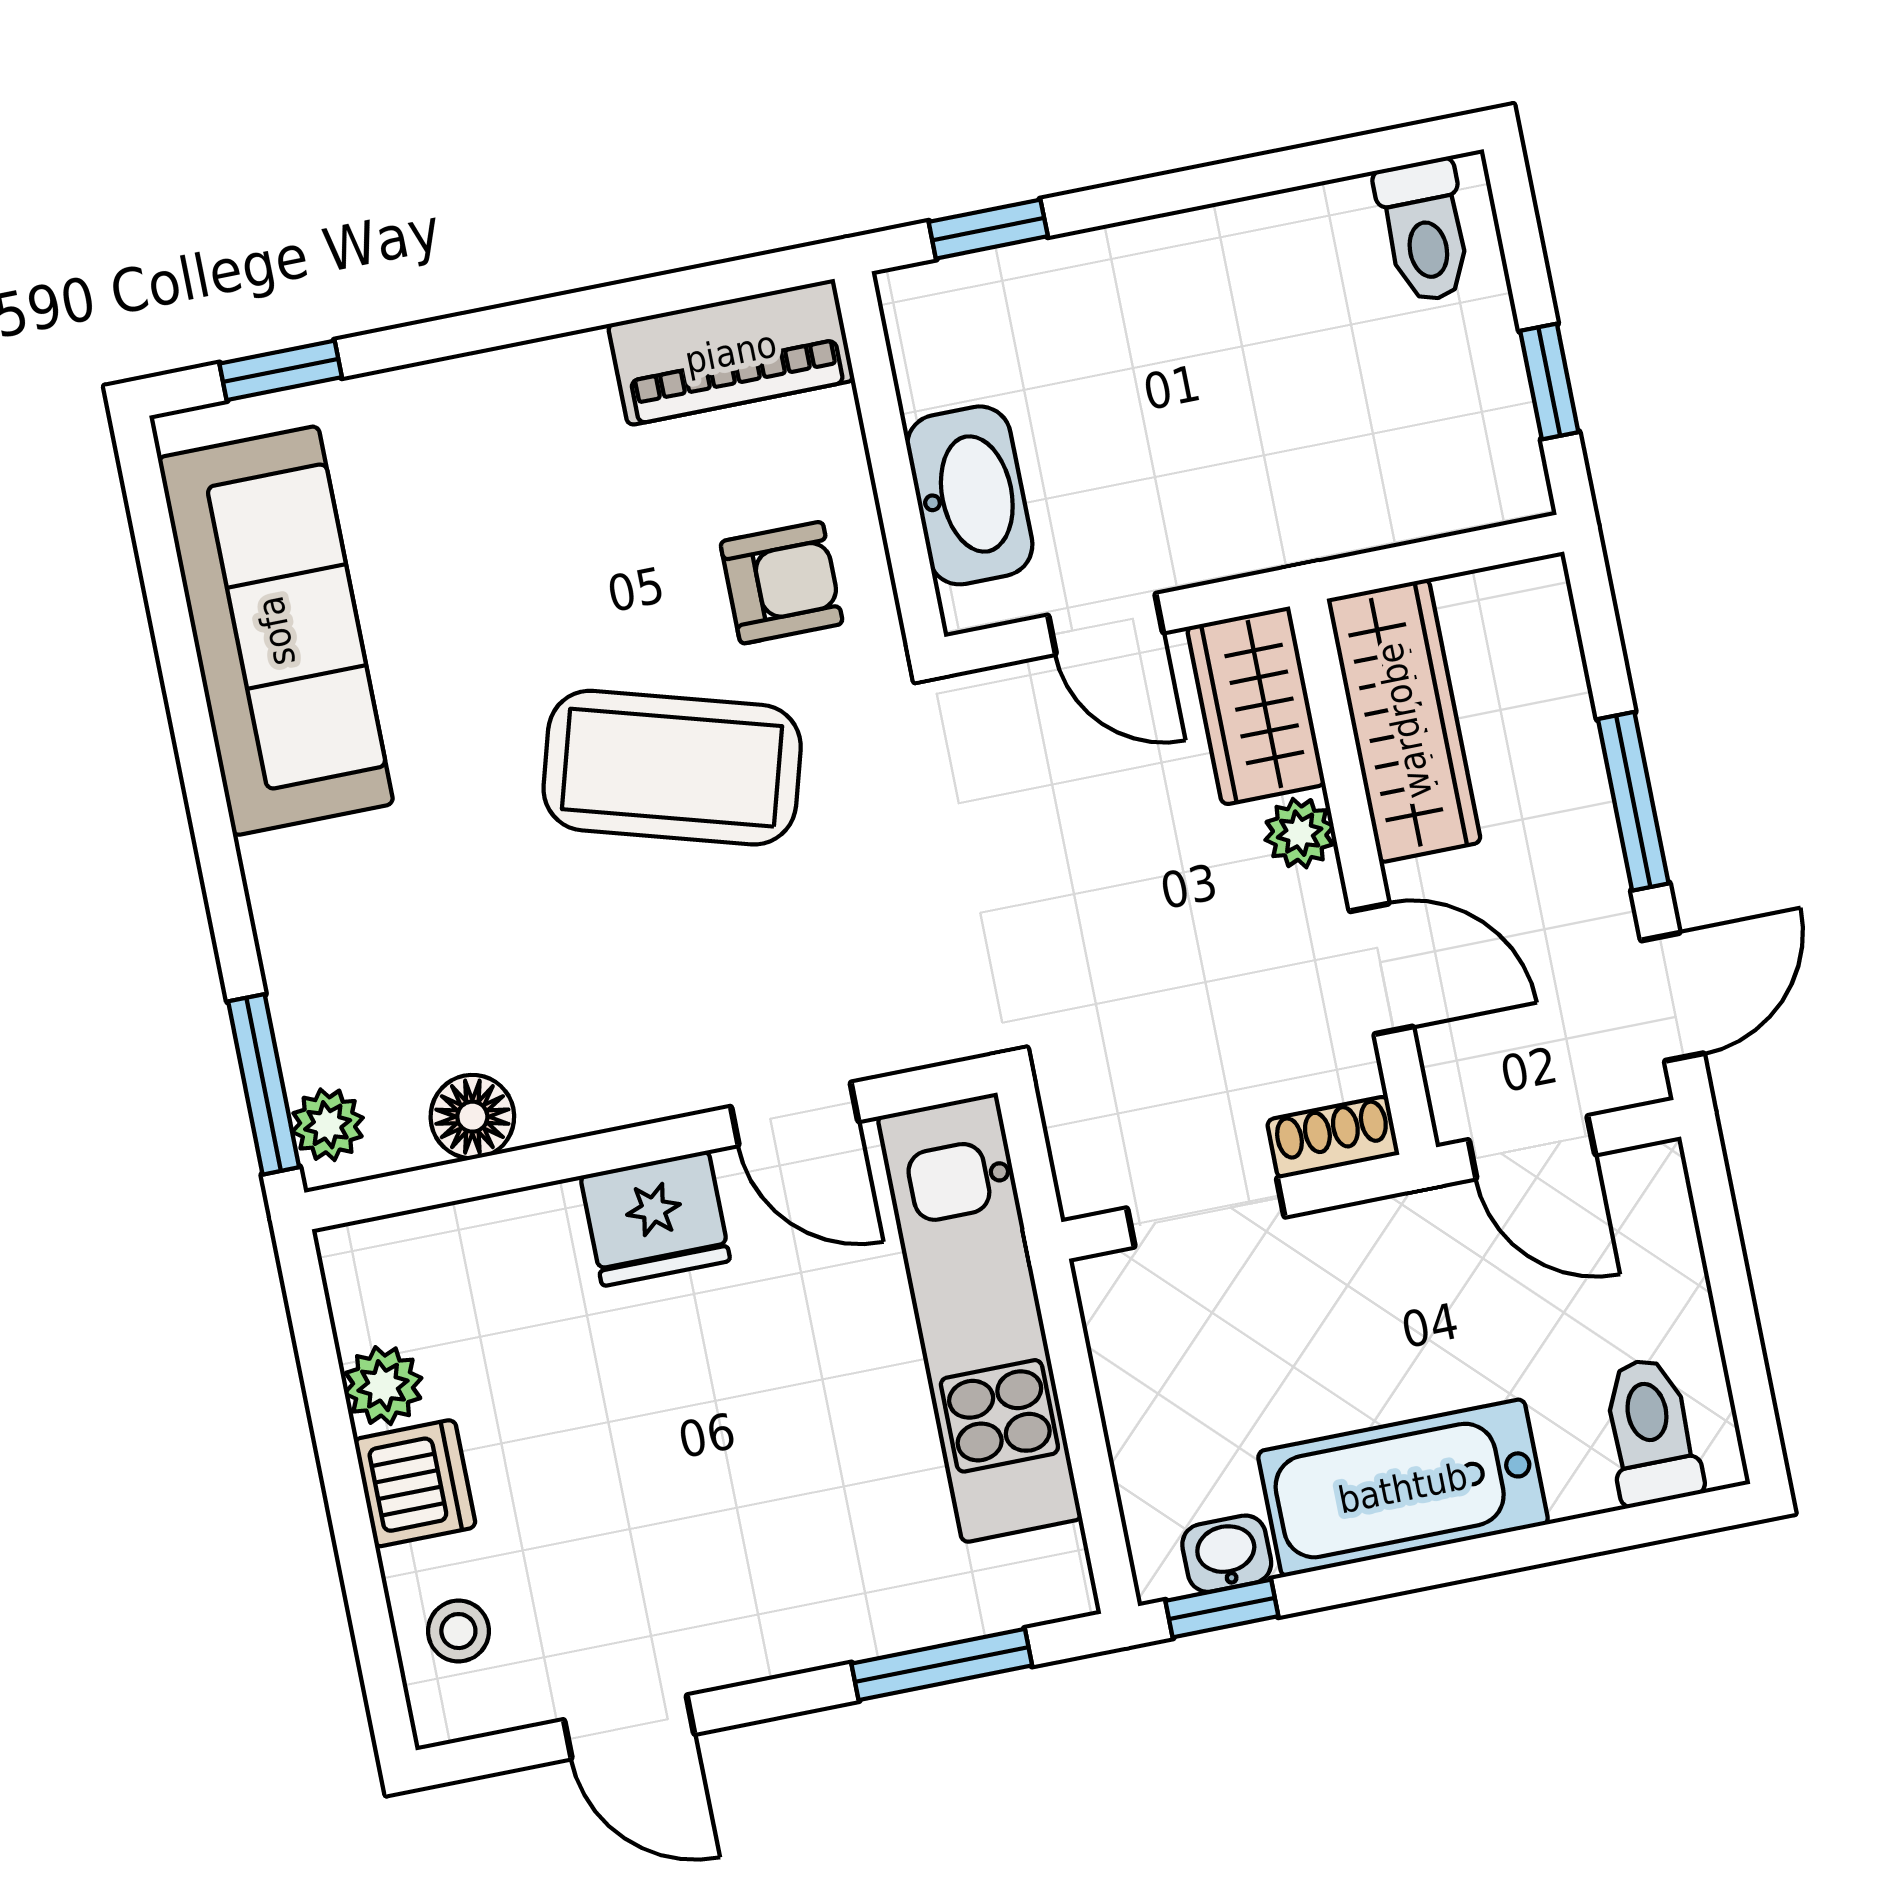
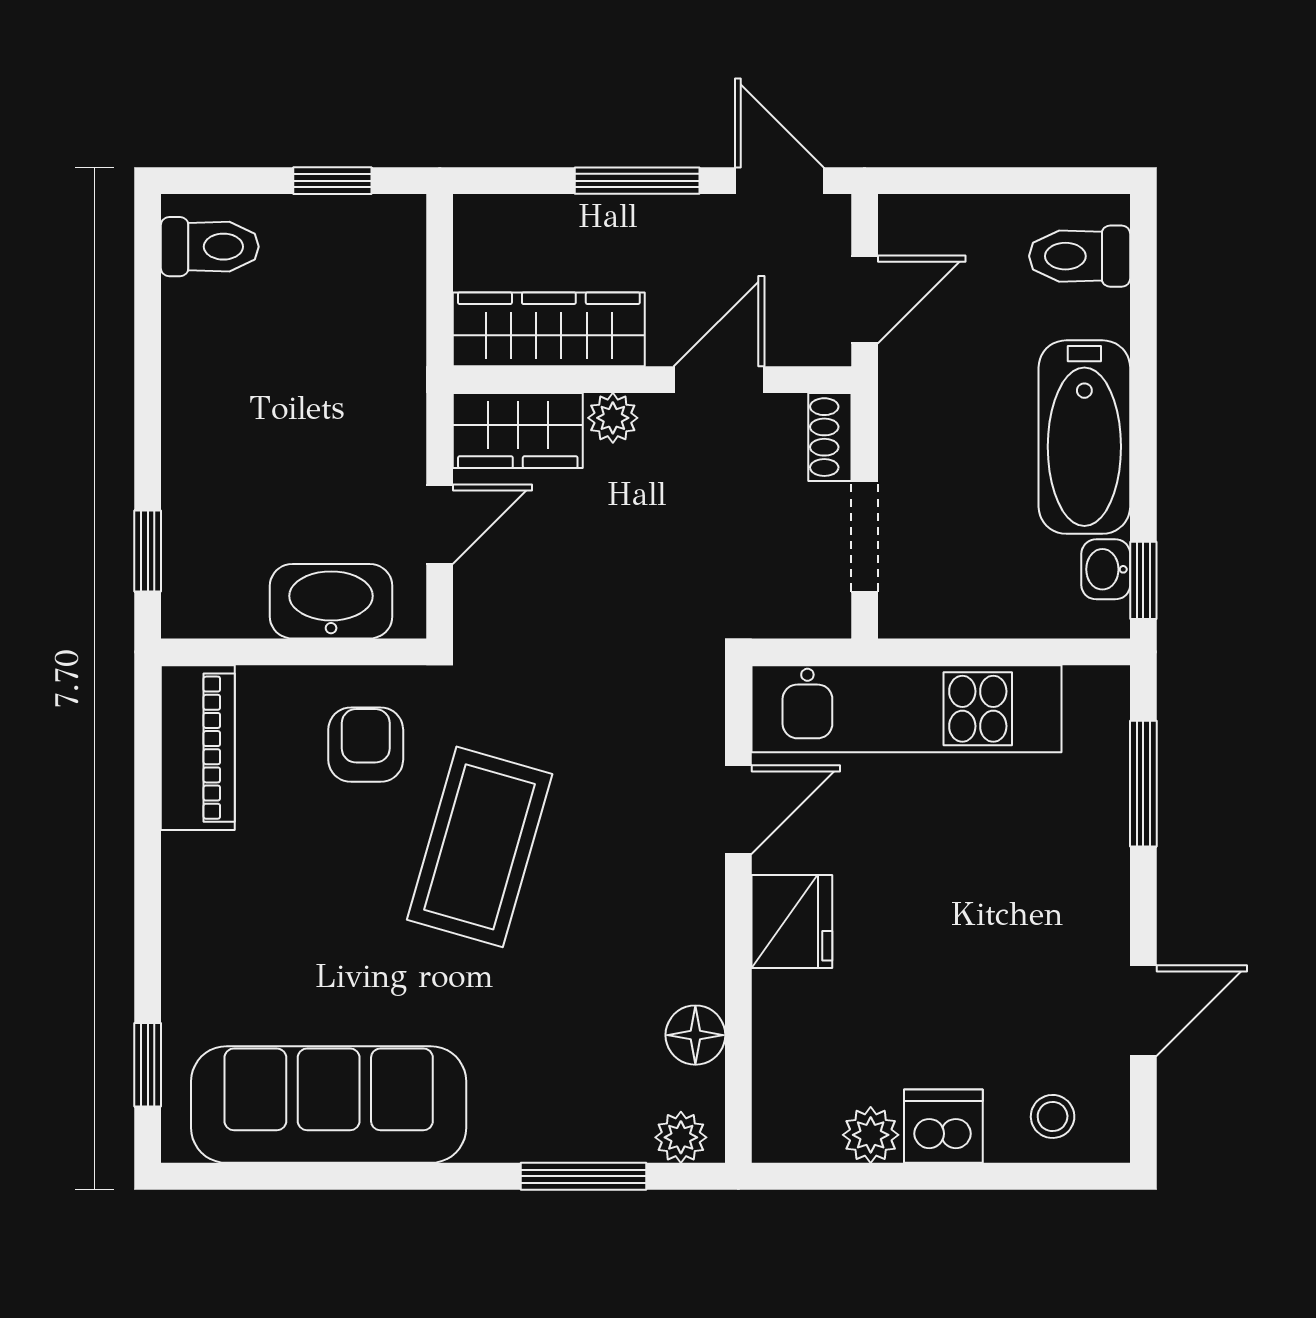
window: (264, 1084) -> (583, 1176), moved

